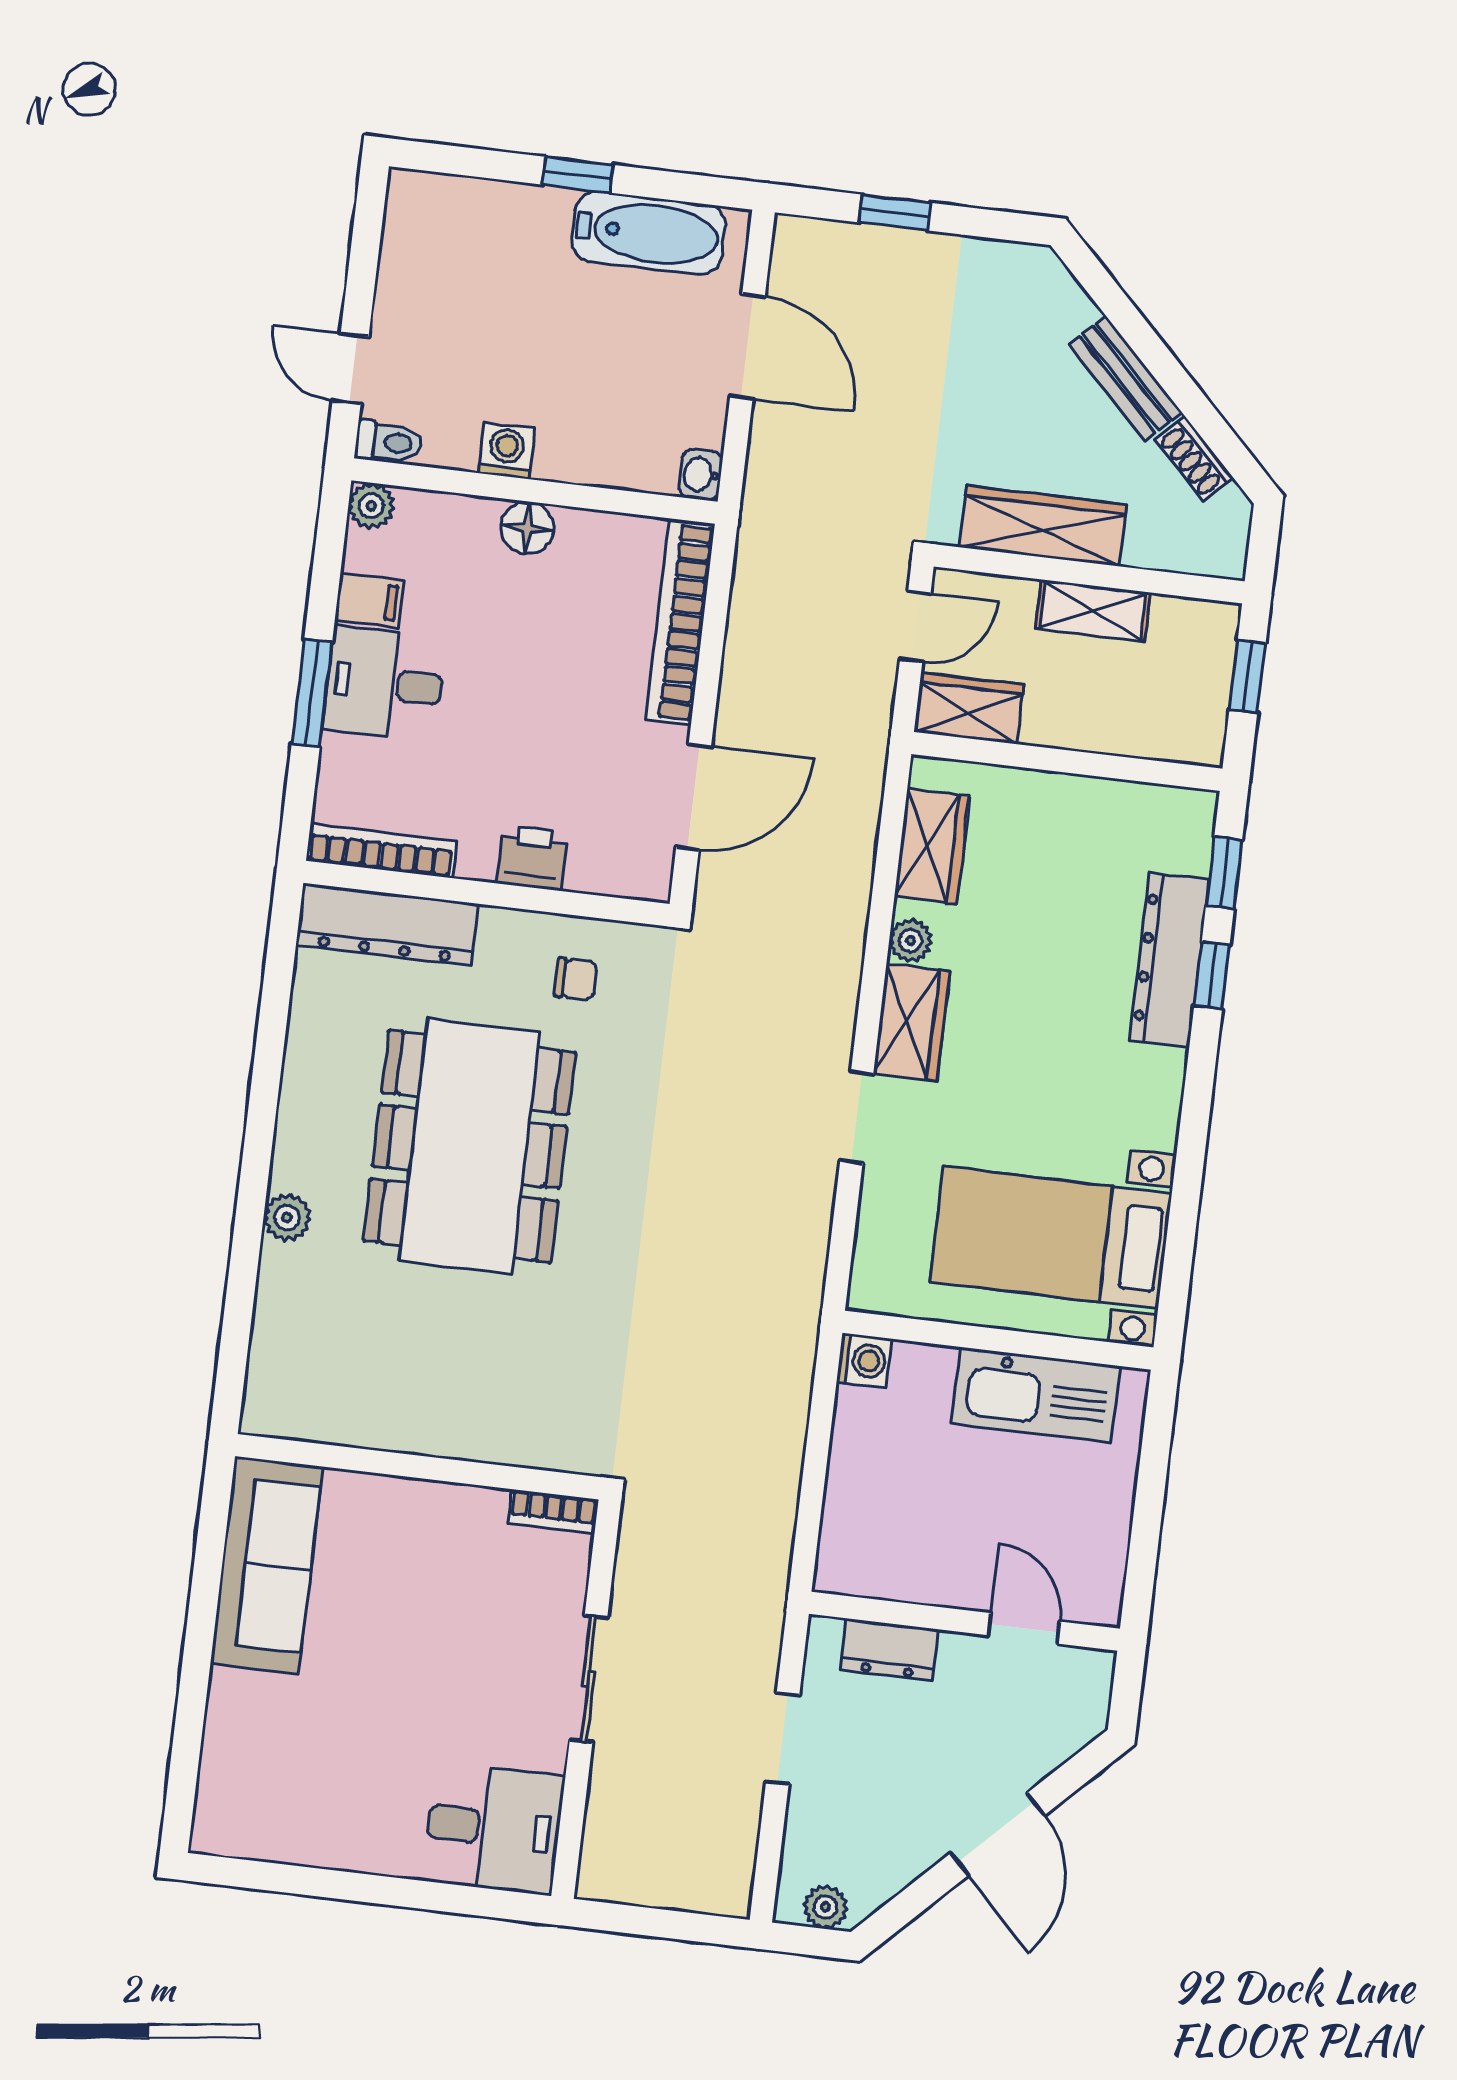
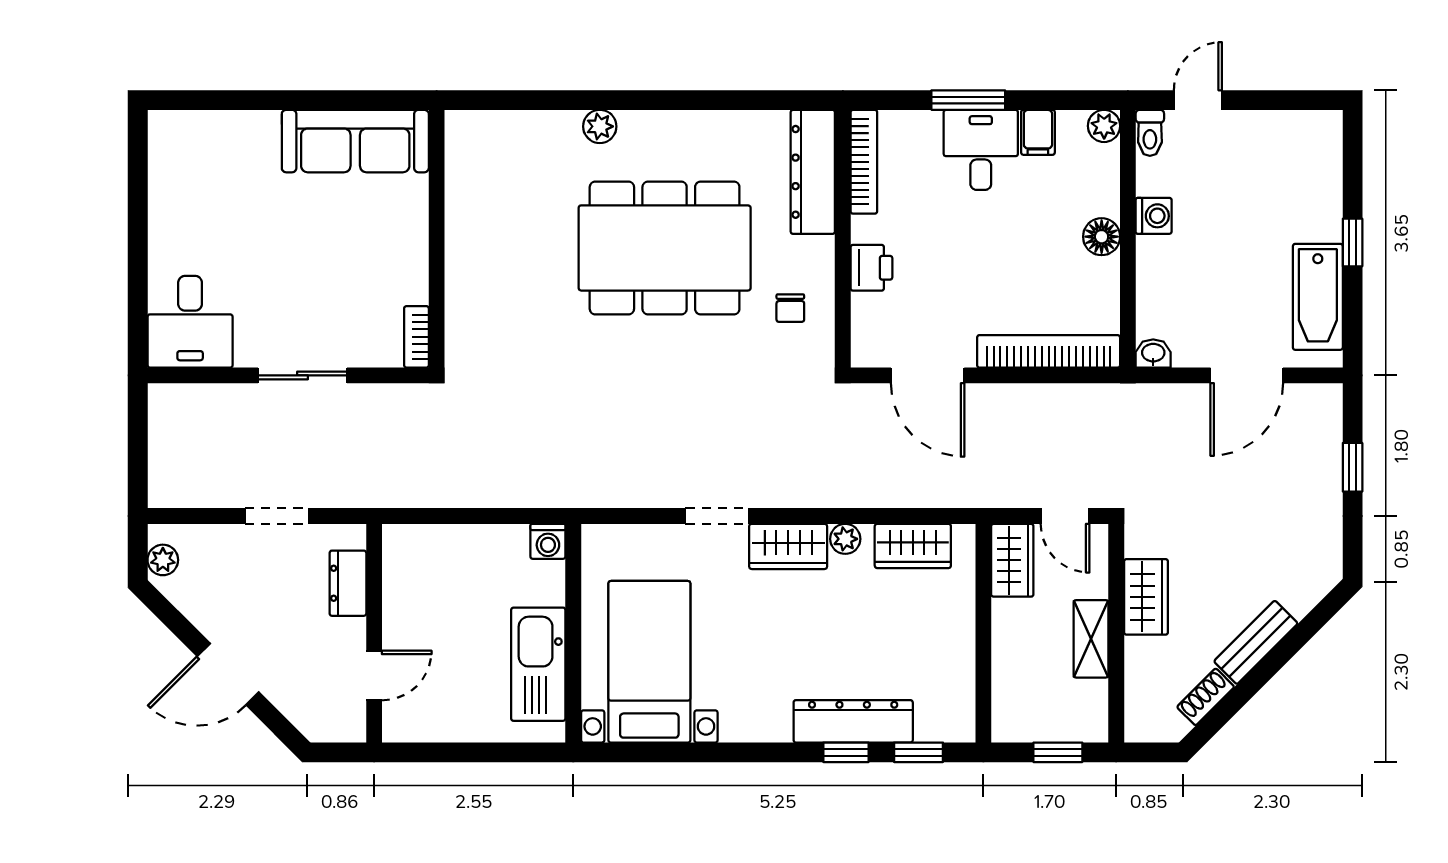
wardrobe: (1043, 526) -> (1146, 597), width x0.67

